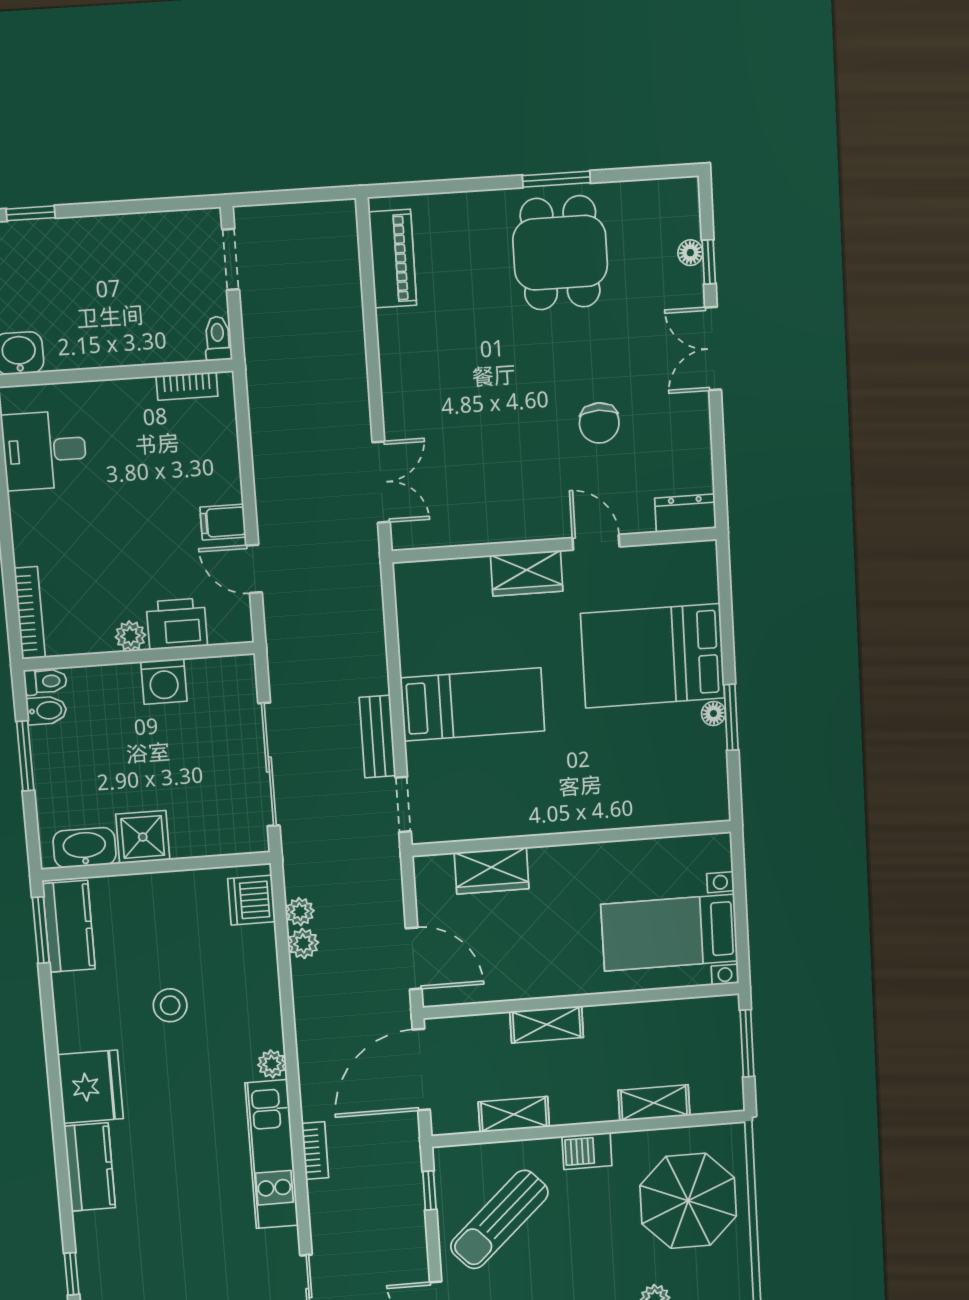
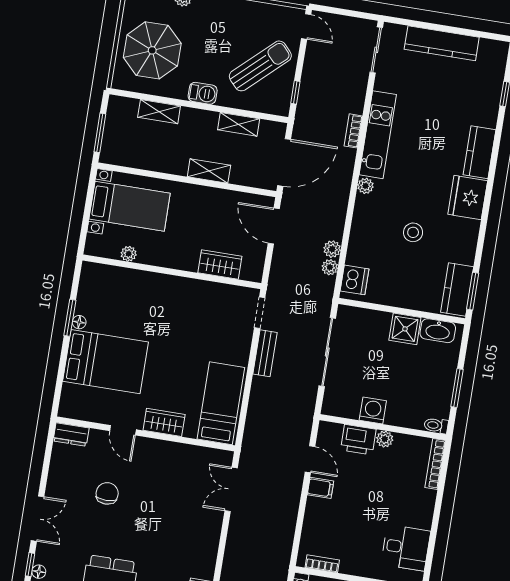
bed: (473, 704) -> (221, 403), moved, turned 90
bidet: (46, 710) -> (439, 410), removed
plant: (653, 851) -> (129, 254), added

